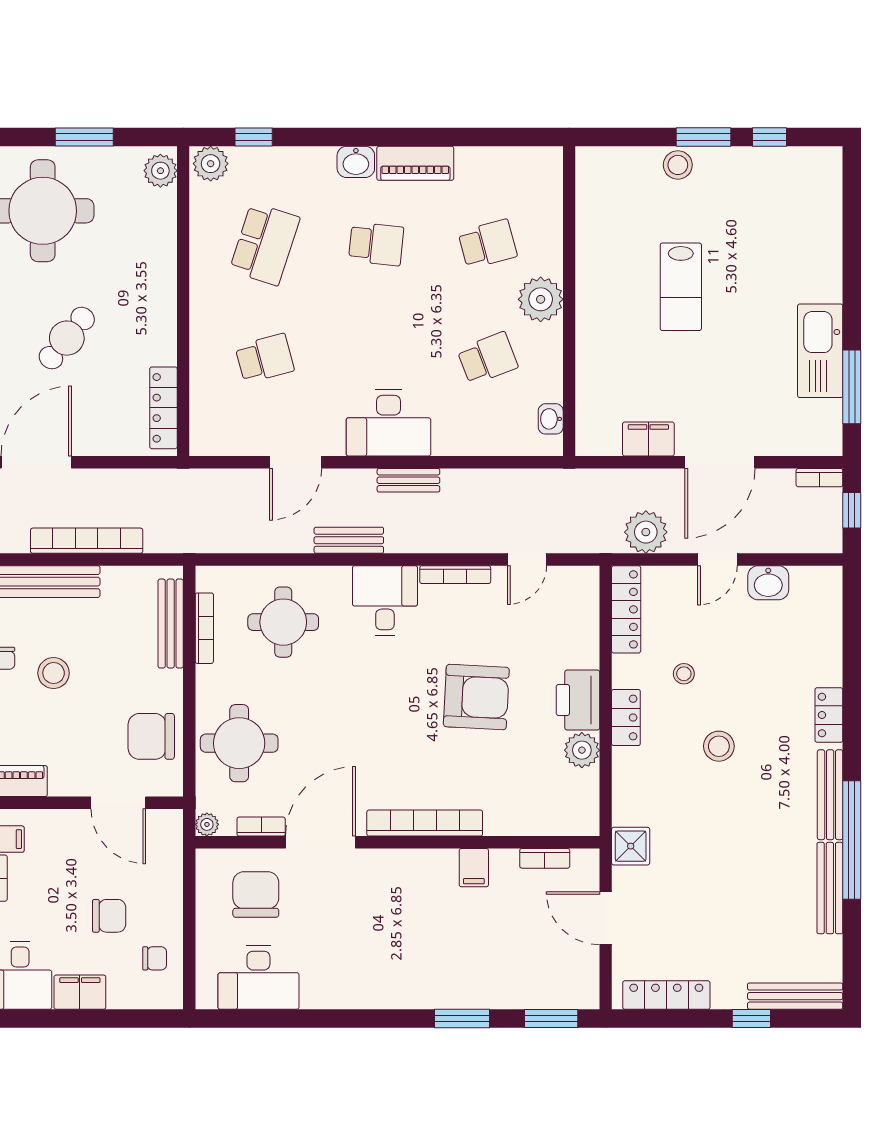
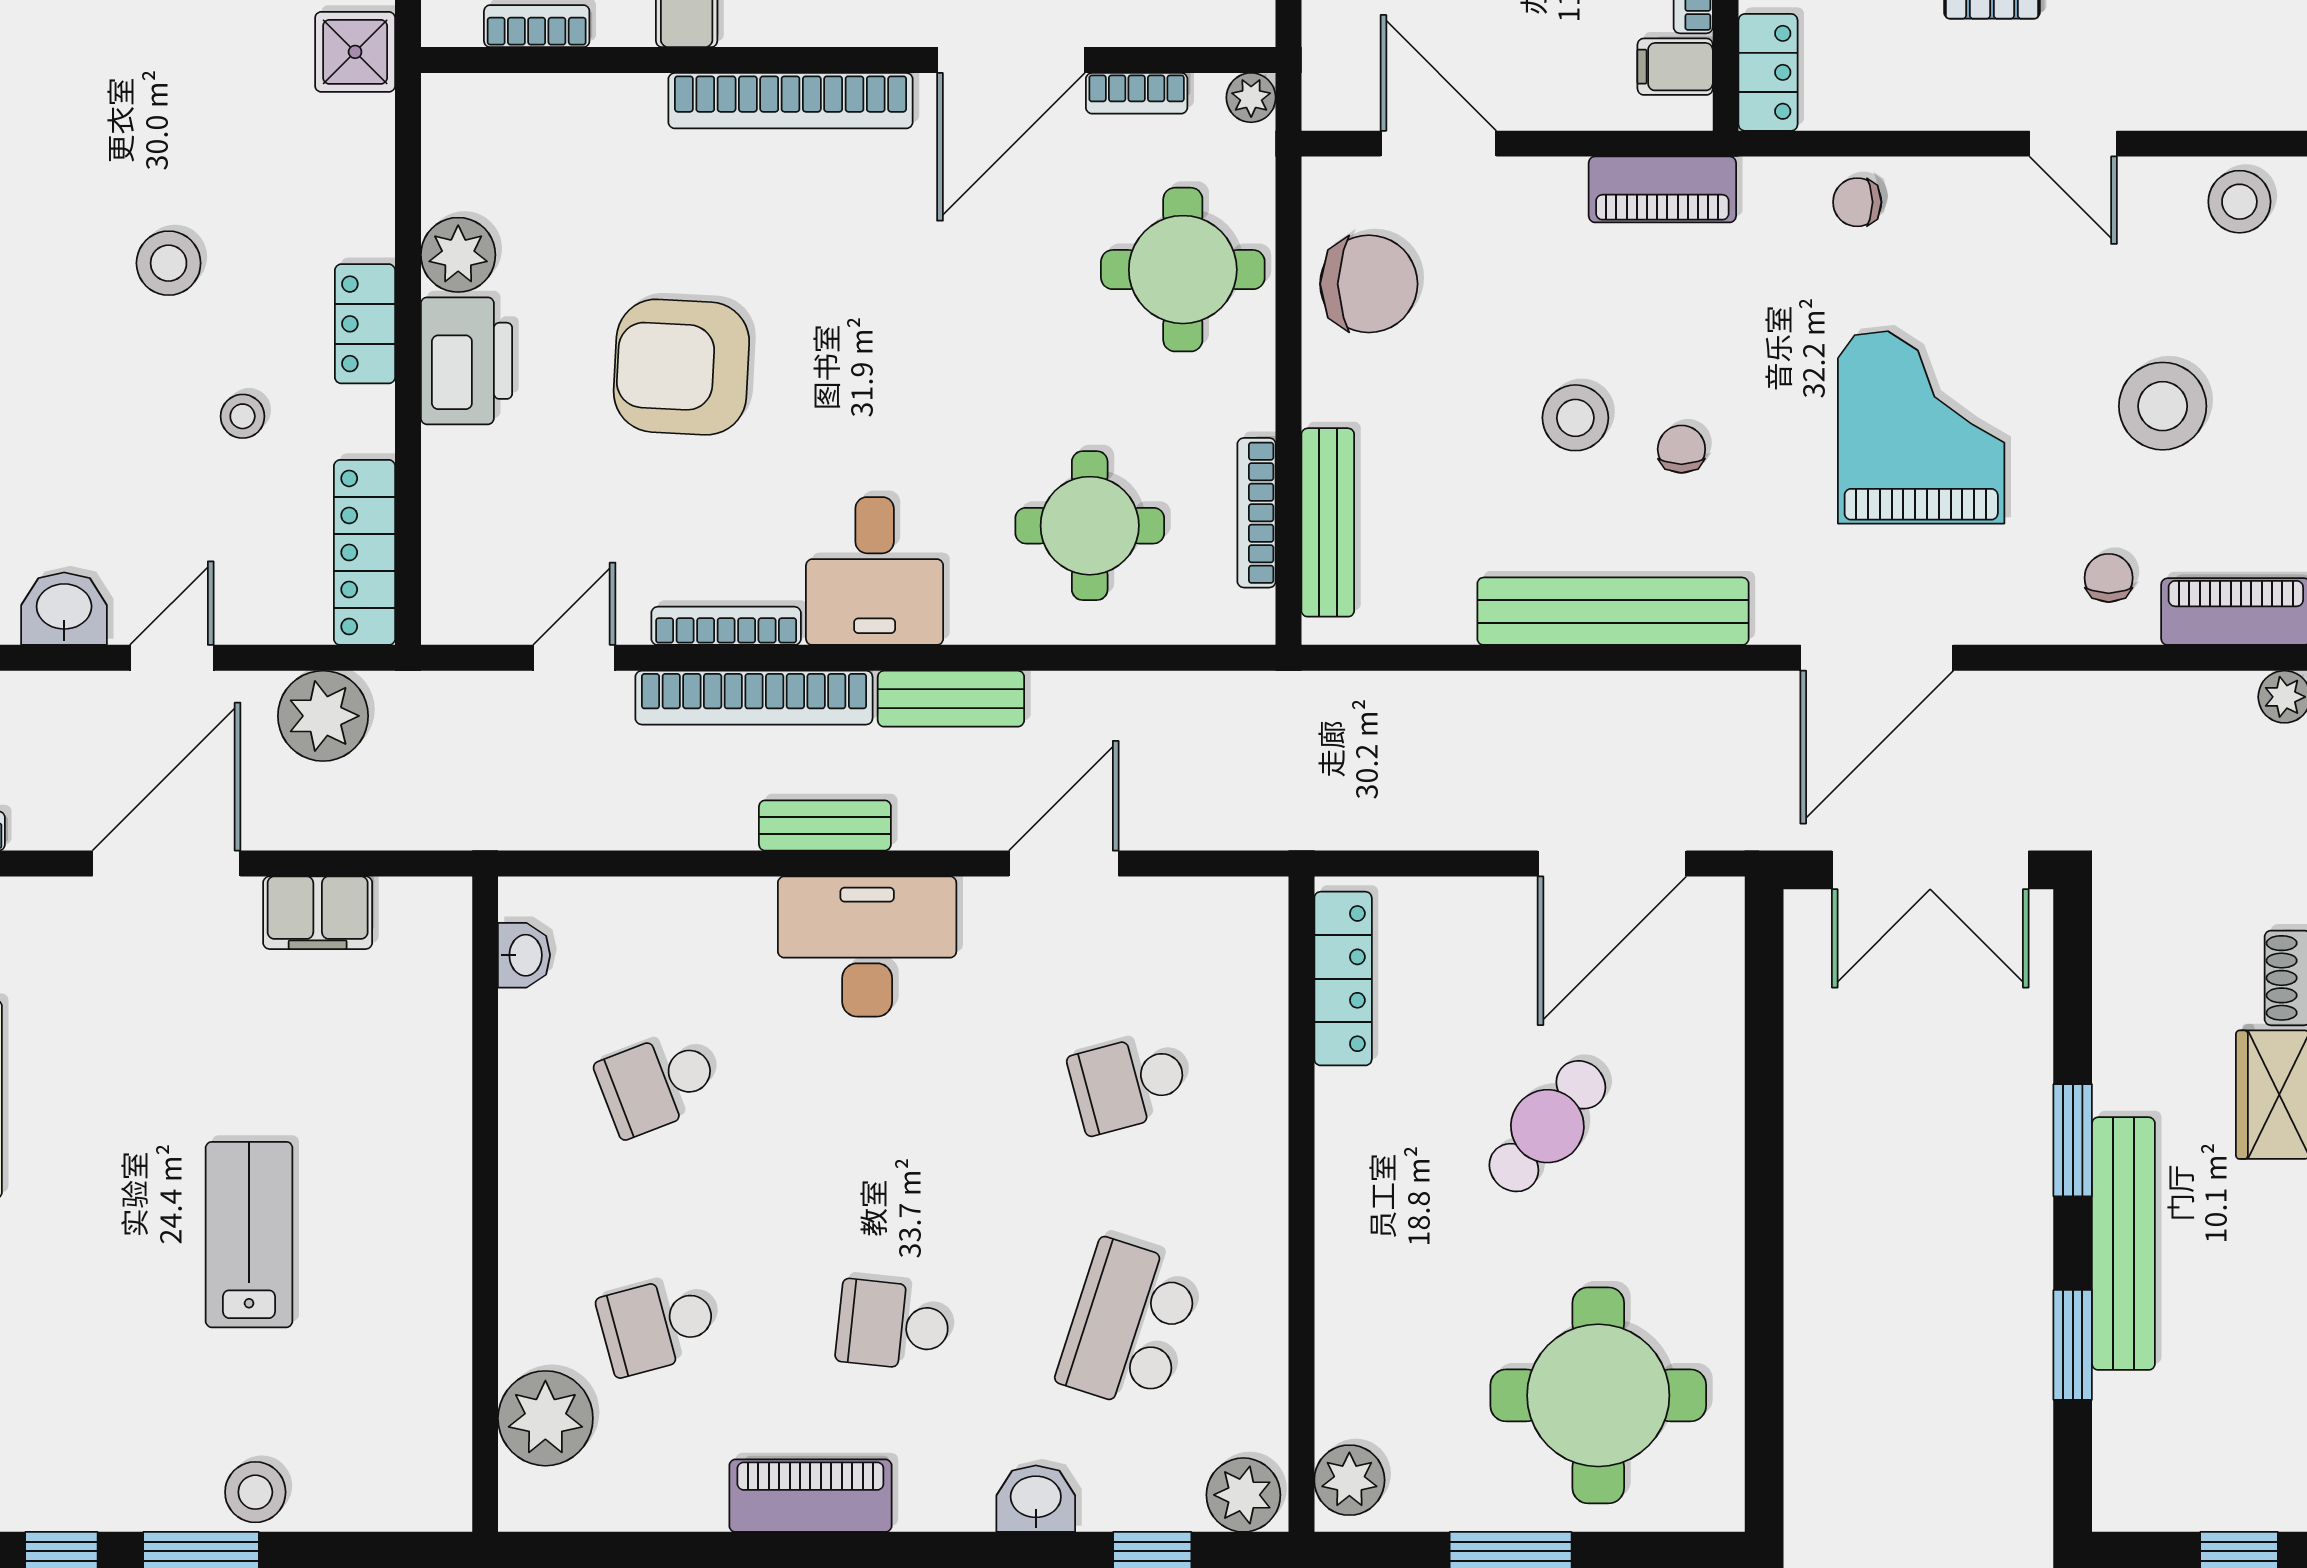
washbasin: (356, 162) -> (1036, 1499), moved
plant: (541, 299) -> (545, 1418), moved
bookcase: (87, 541) -> (754, 698), moved

